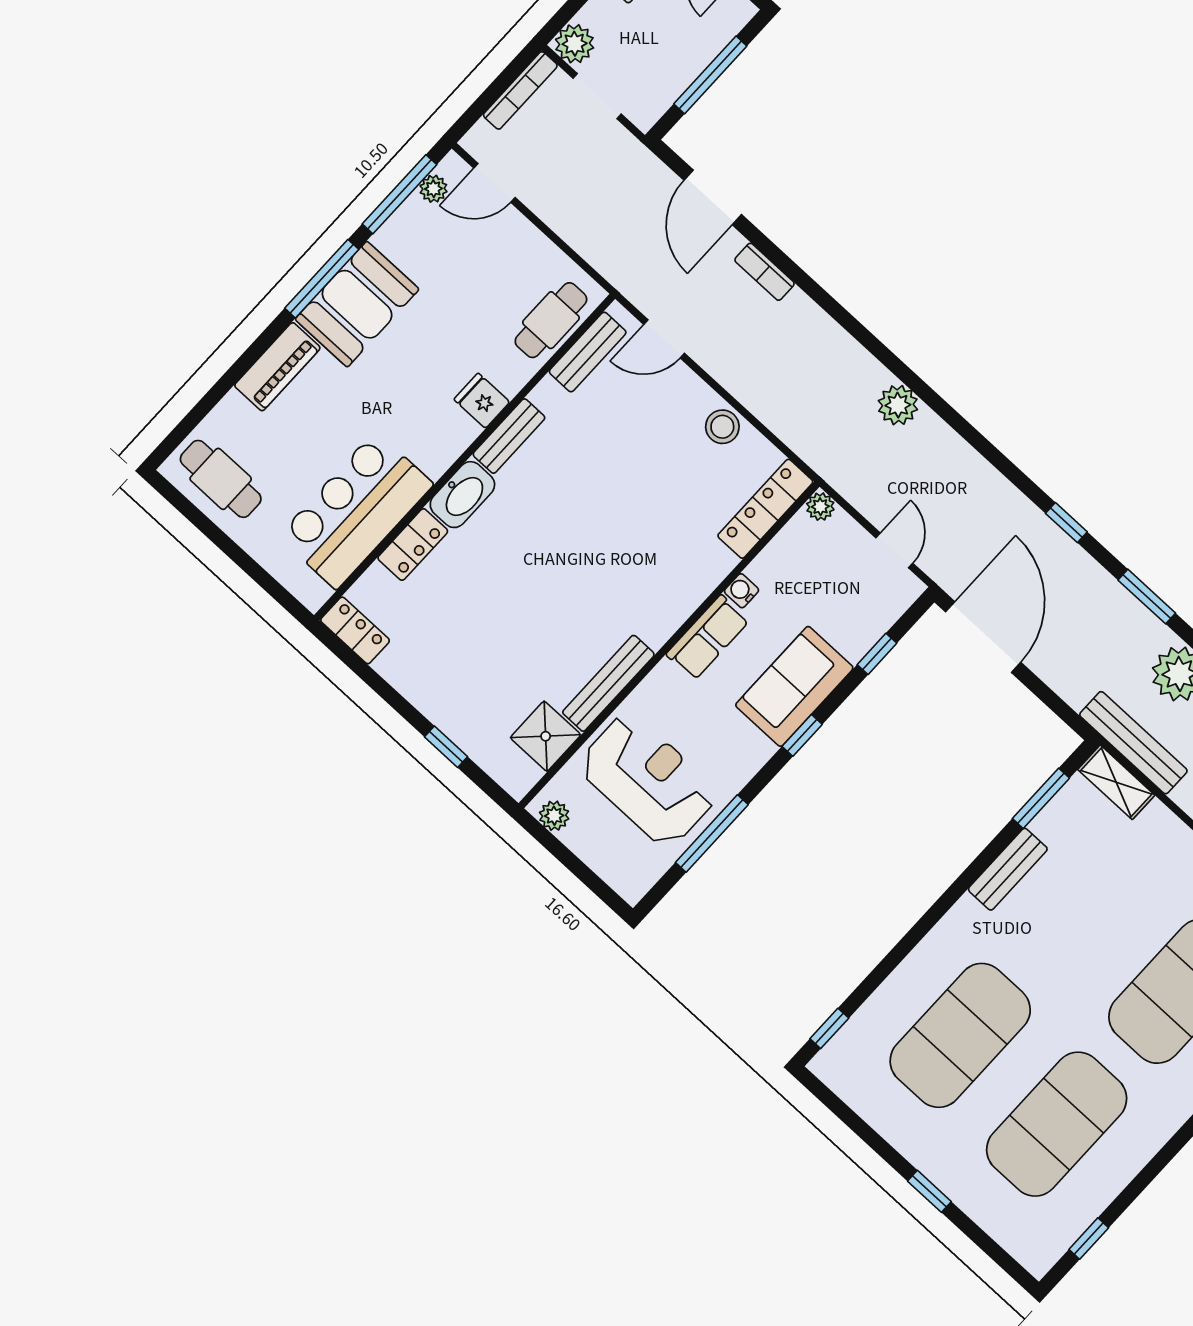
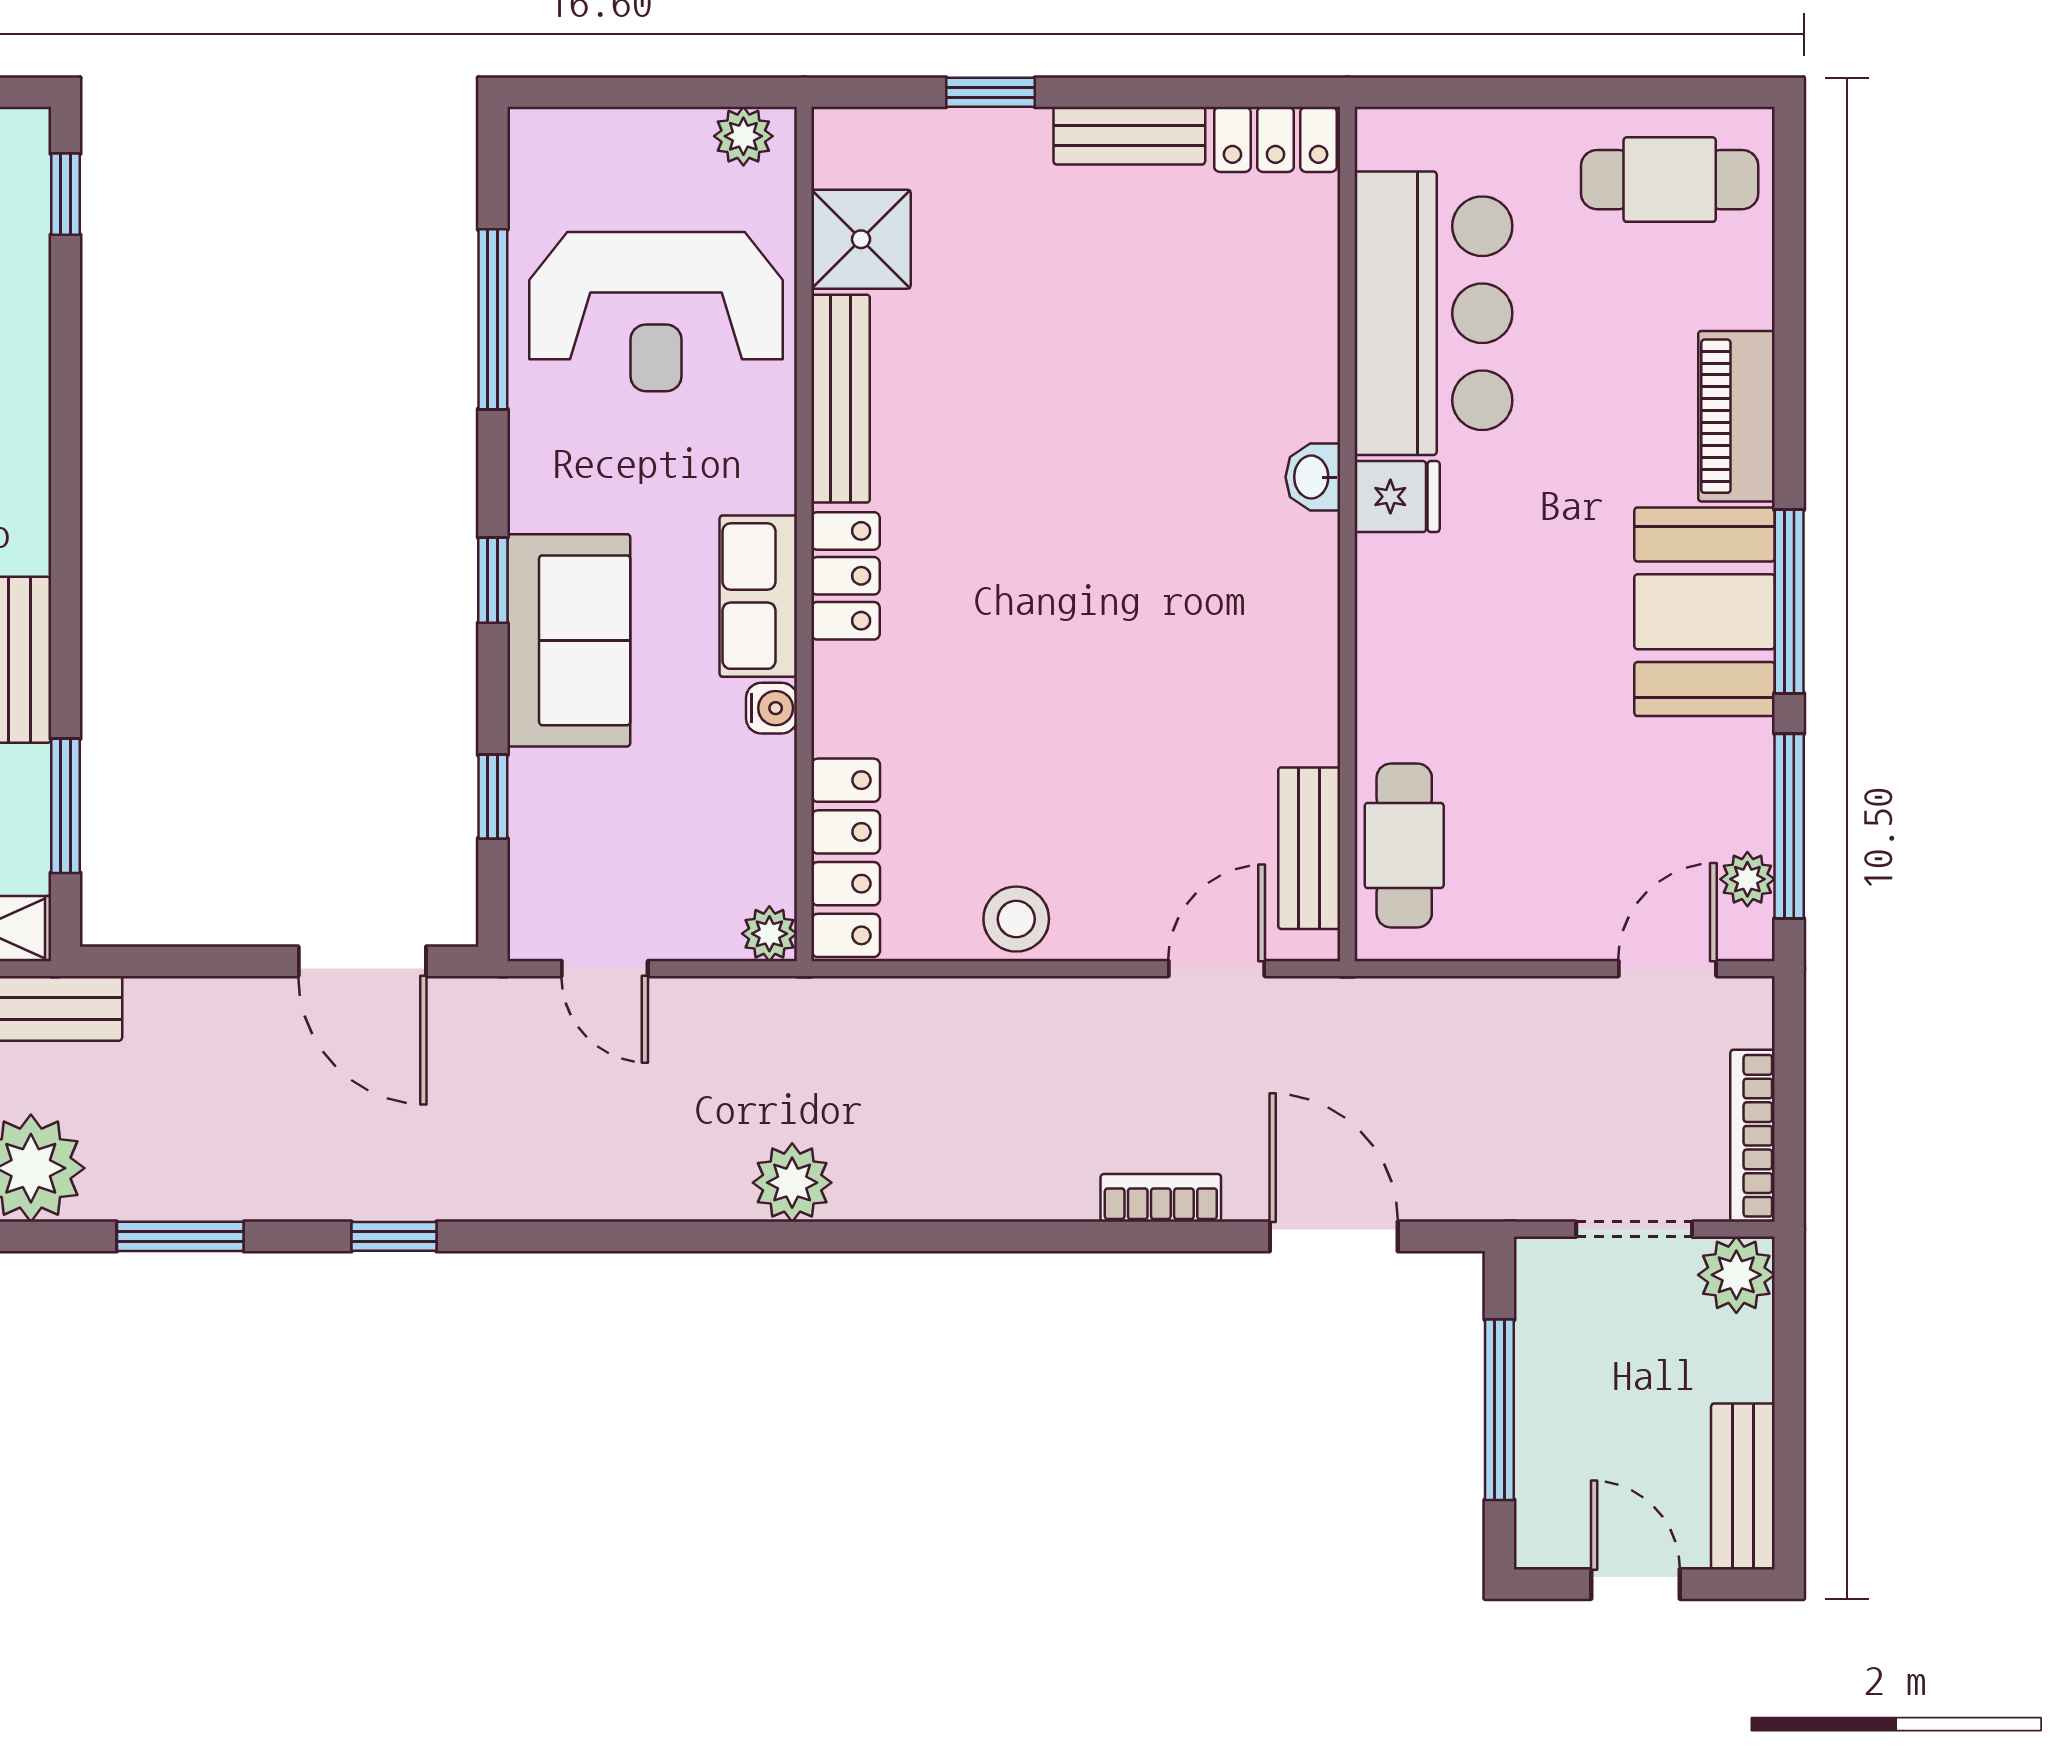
fridge: (482, 401) -> (1397, 497), moved
bench: (509, 436) -> (1129, 136), moved, turned 90
washbasin: (462, 495) -> (1313, 477), width x0.52, depth x0.69
locker: (413, 545) -> (845, 576), moved, turned 180
door: (983, 637) -> (362, 961), width x0.73

